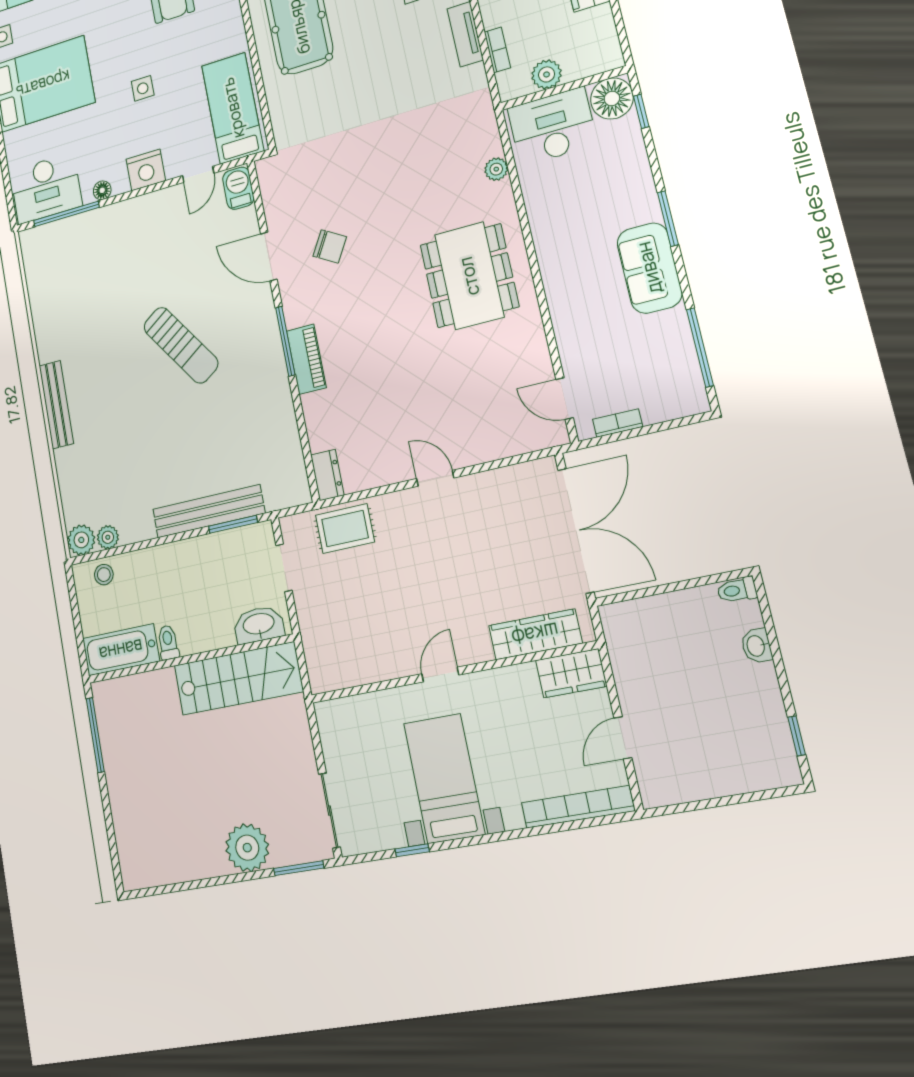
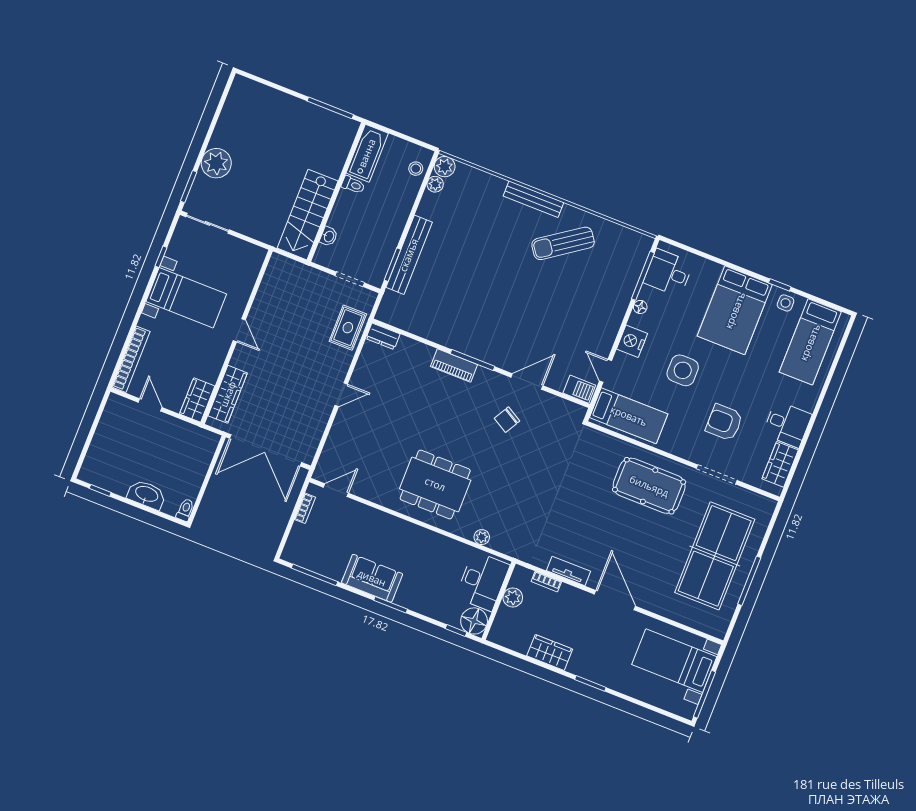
side table: (143, 88) -> (683, 370), width x1.87, depth x1.87
desk: (46, 188) -> (668, 273), width x0.73
sun lounger: (181, 345) -> (563, 243), moved
washbasin: (259, 625) -> (329, 236), width x0.52, depth x0.69
washbasin: (756, 646) -> (147, 494), width x1.91, depth x1.45

